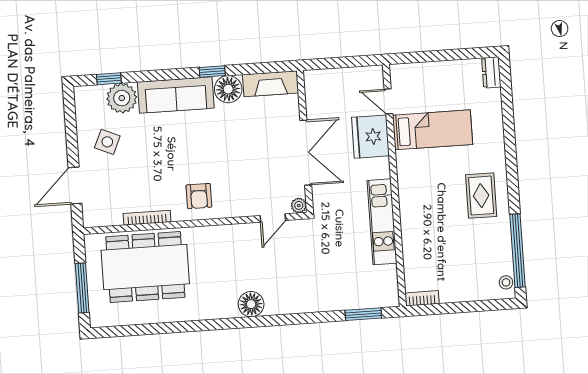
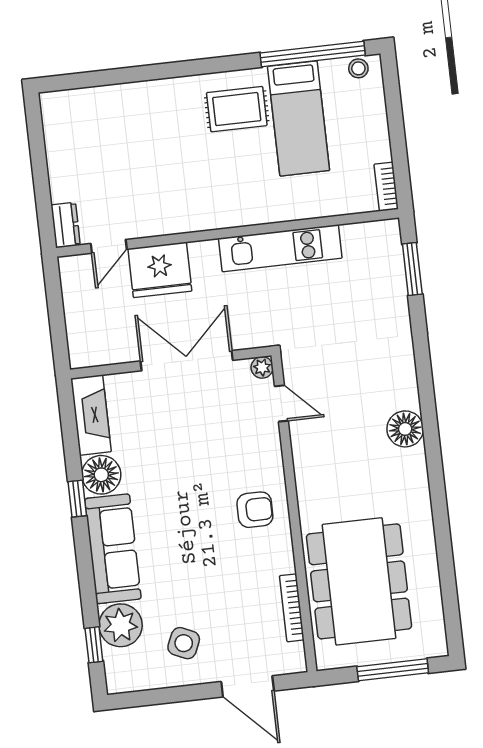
dresser: (491, 72) -> (66, 225), moved, turned -90
bed: (433, 130) -> (299, 118), moved, turned 180
bookcase: (147, 218) -> (292, 608), moved

